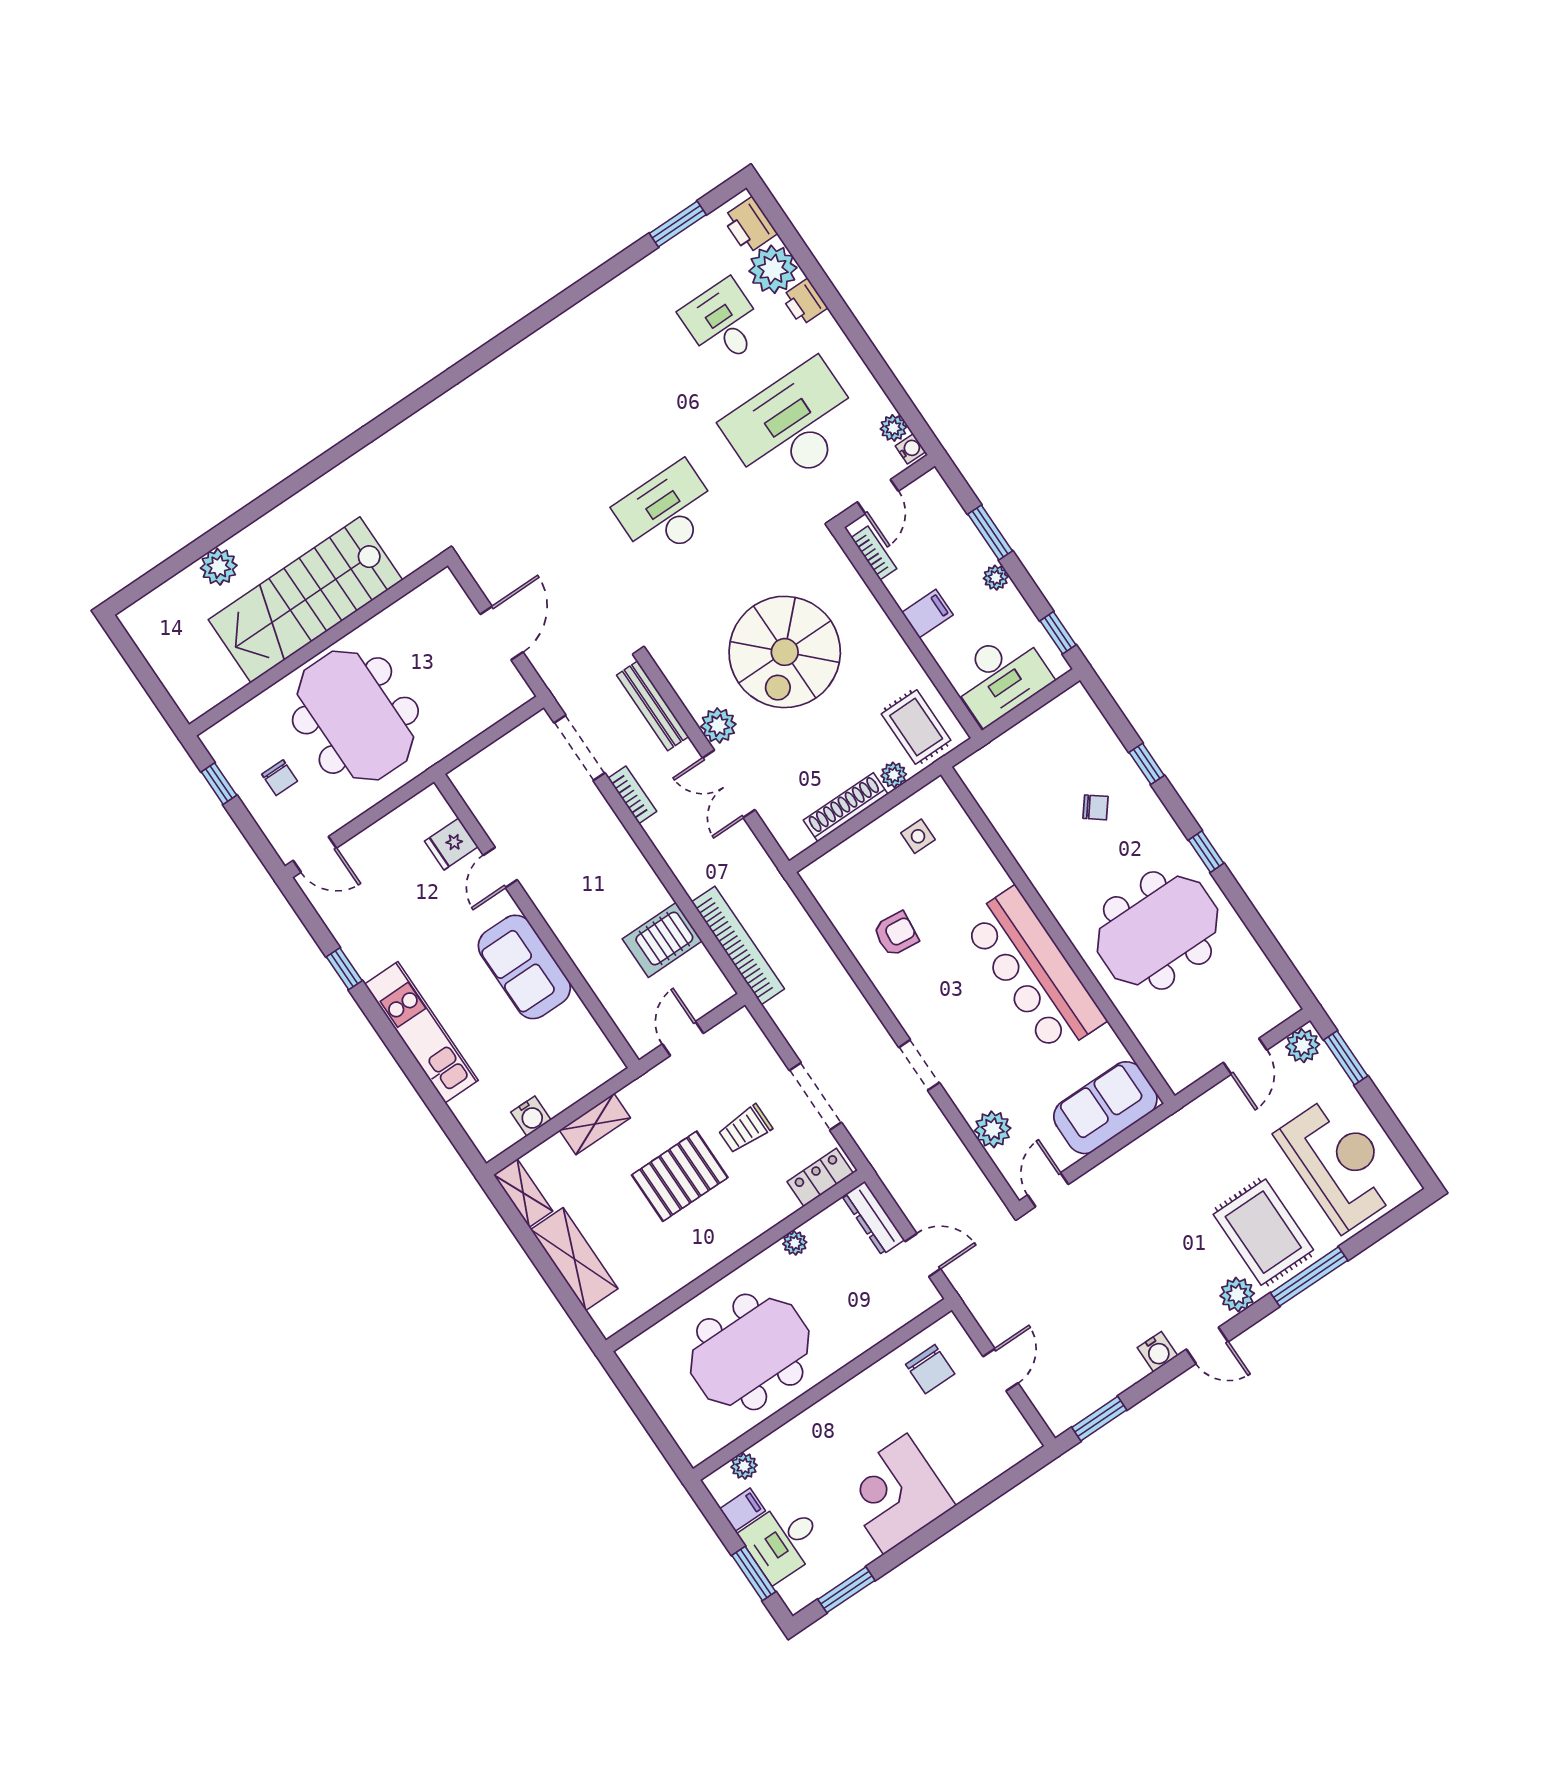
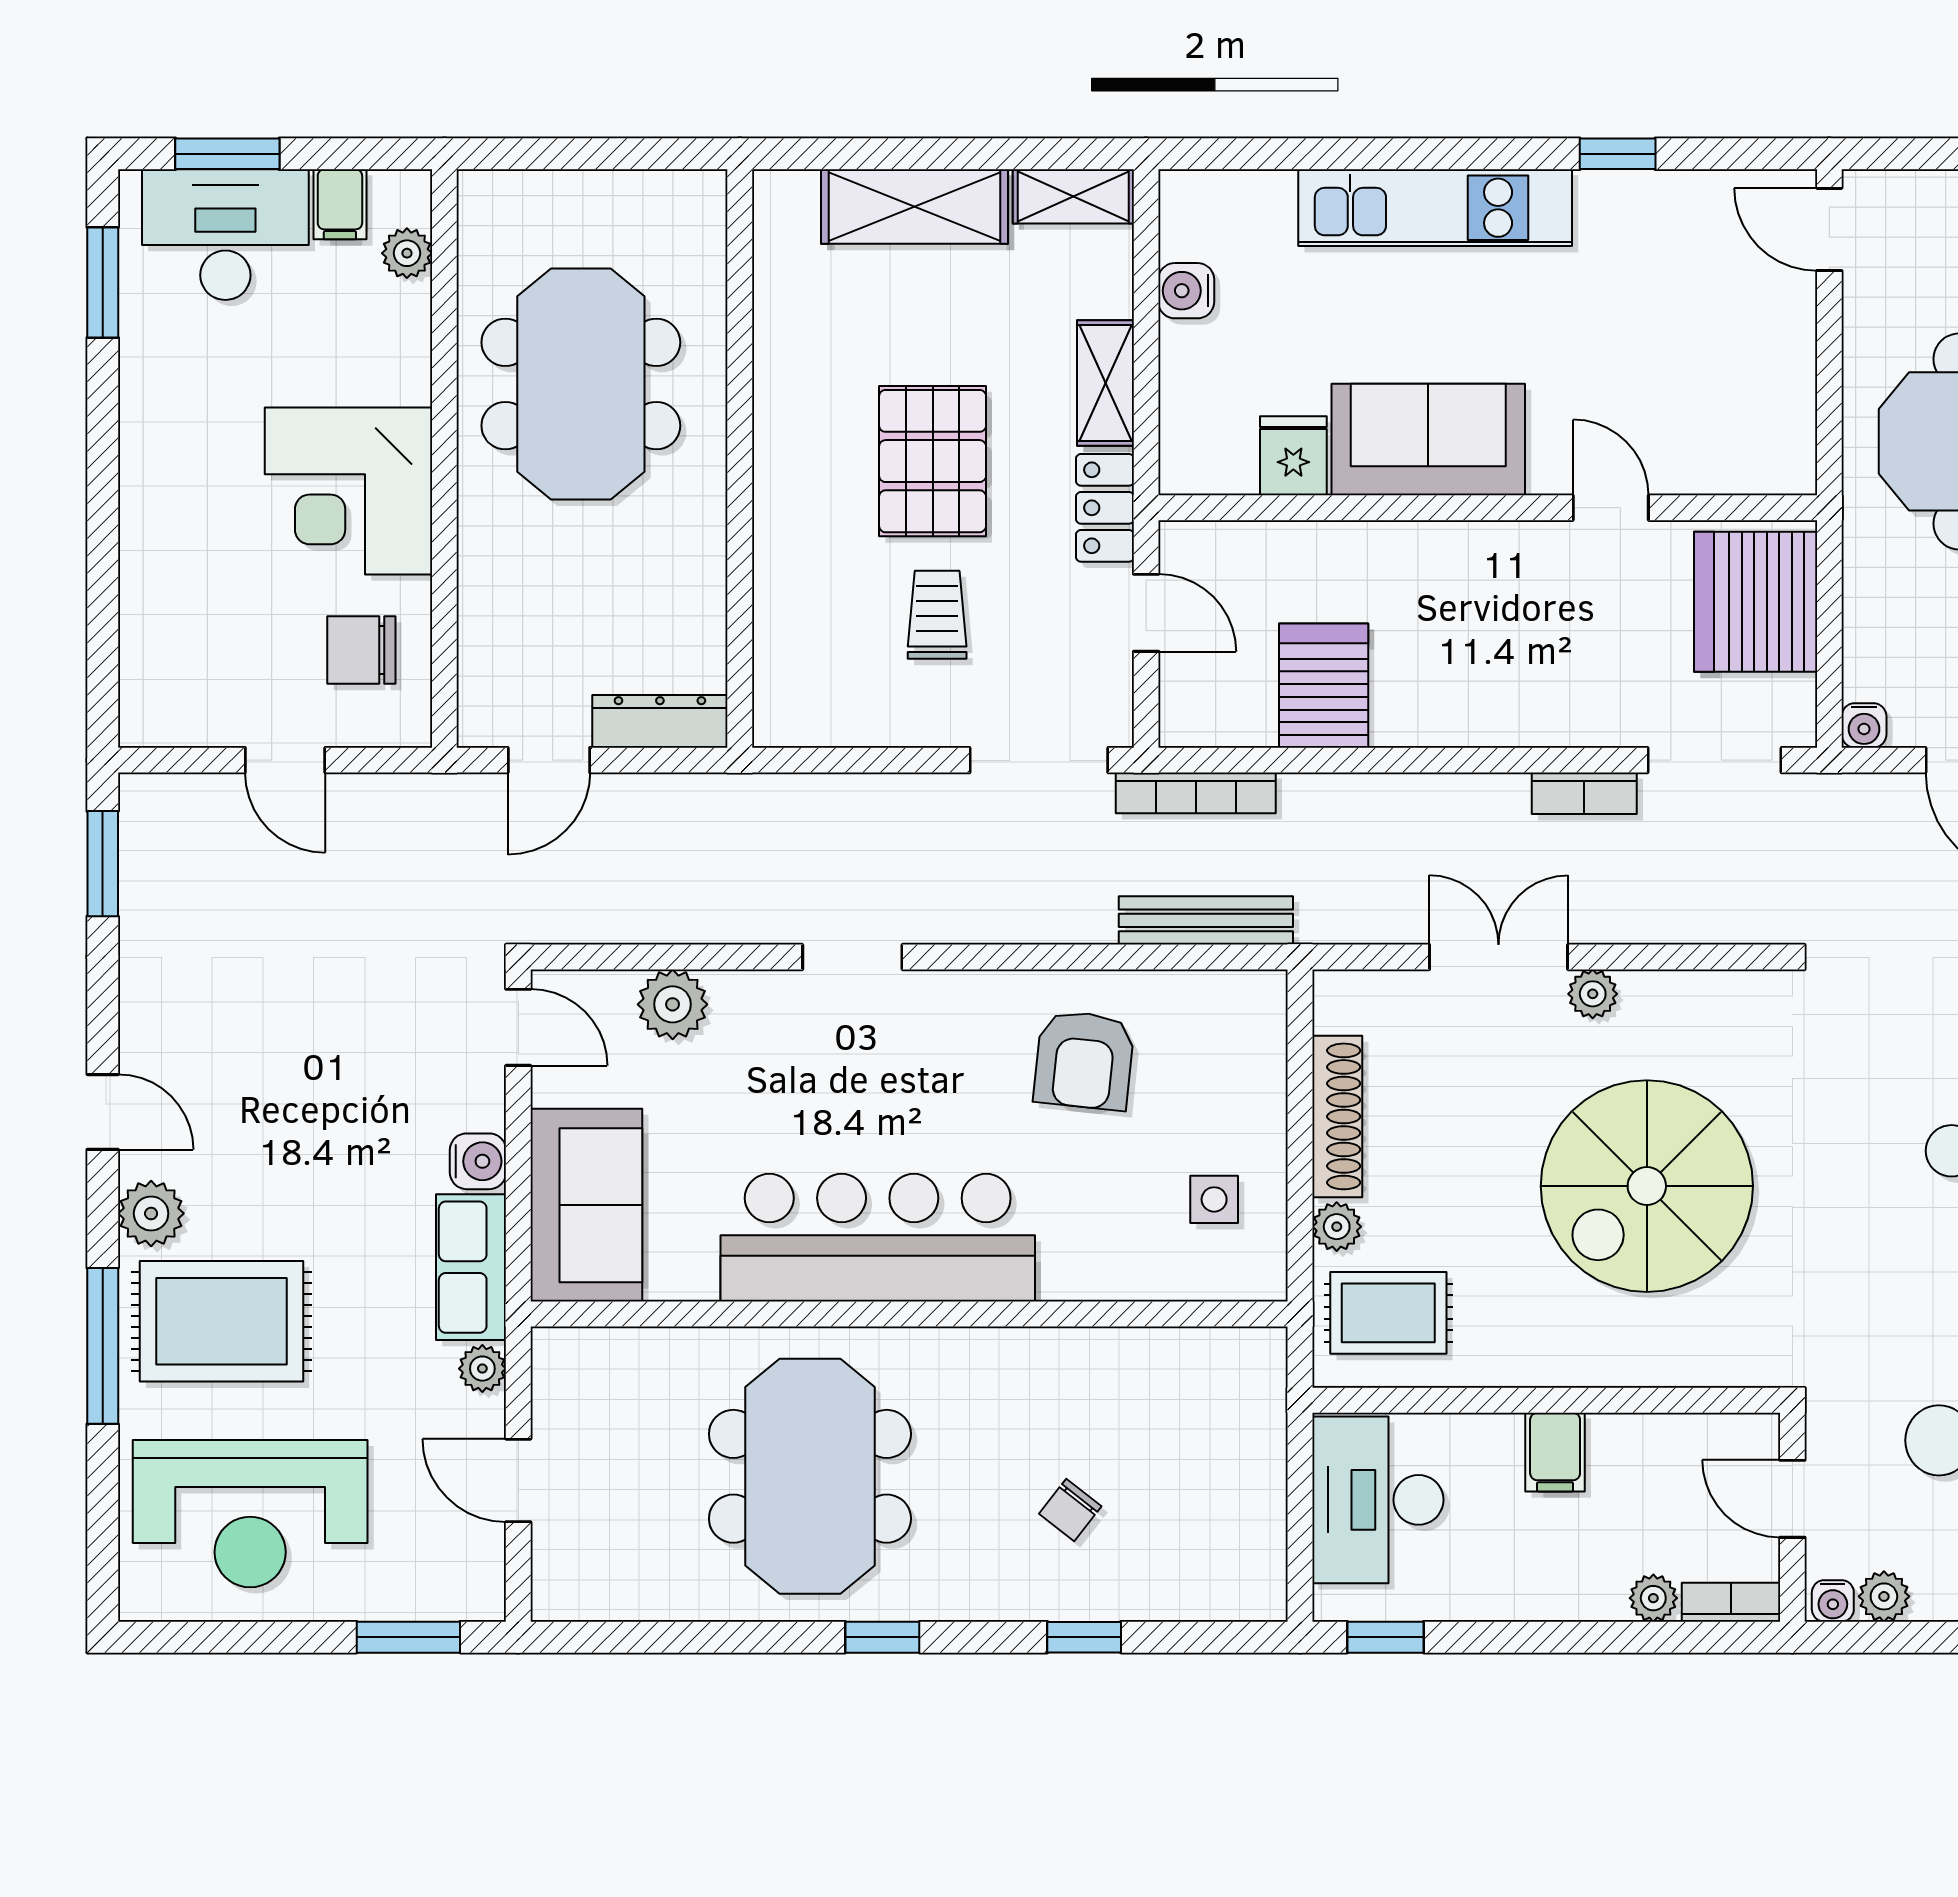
window: (990, 533) -> (1616, 1637), removed
bookcase: (874, 553) -> (1731, 1602), moved, turned 180
plant: (996, 578) -> (1653, 1598), moved
spiral stairs: (785, 652) -> (1647, 1186), turned -90
water cooler: (520, 693) -> (1864, 725), added
bench: (653, 706) -> (1206, 920), moved
plant: (718, 725) -> (1593, 994), width x0.73, depth x0.73
server rack: (499, 777) -> (1756, 602), added
fridge: (451, 844) -> (1293, 456), moved
door: (315, 854) -> (1829, 229), hinge flipped
armchair: (896, 934) -> (1084, 1060), width x1.38, depth x1.38
bookcase: (738, 945) -> (1196, 793), width x0.68, depth x0.76
plant: (1303, 1046) -> (482, 1369), moved, width x0.73, depth x0.73
doorway: (815, 1096) -> (1039, 760), moved
row of seats: (1166, 1140) -> (471, 1267), added
locker: (820, 1177) -> (1105, 508), moved, turned 180
plant: (795, 1243) -> (704, 571), removed
door: (1207, 1346) -> (103, 1112), swing flipped
water cooler: (1157, 1352) -> (478, 1161), moved, turned 180
corner desk: (895, 1494) -> (349, 491), moved, turned 180
desk: (783, 1541) -> (225, 235), width x1.37

